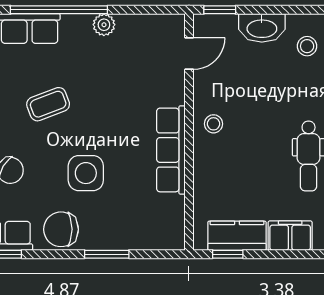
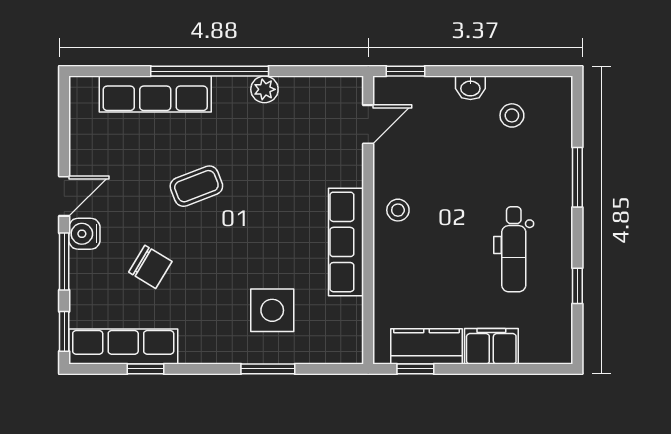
washbasin: (262, 28) -> (470, 88), width x0.52, depth x0.69
side table: (86, 173) -> (272, 310), moved
chair: (61, 229) -> (212, 339), removed

